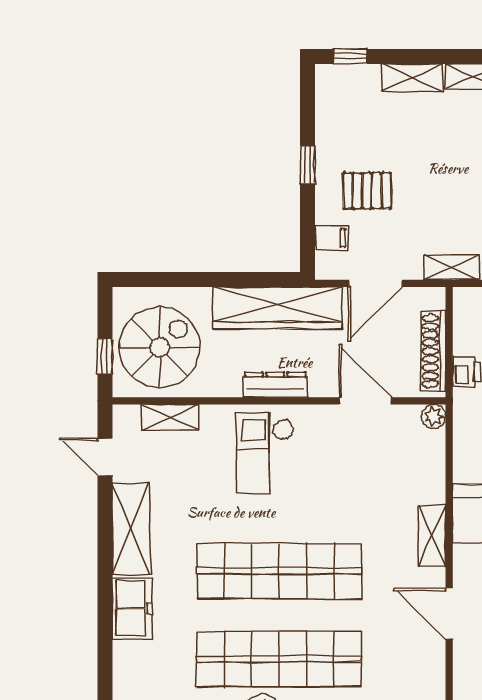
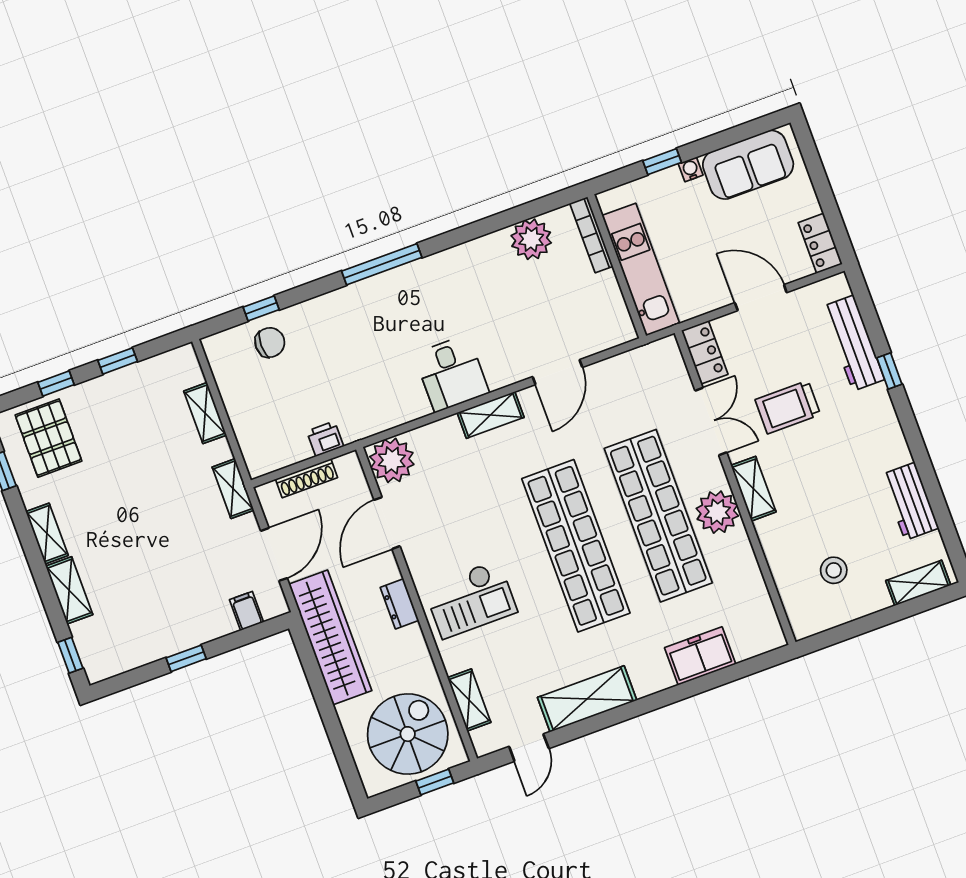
pallet: (367, 191) -> (190, 594), removed
door: (375, 283) -> (274, 554), hinge flipped
spiral stairs: (160, 347) -> (408, 734), turned 90
shoe rack: (433, 351) -> (307, 478), width x0.74, depth x0.81
dresser: (275, 385) -> (400, 604), width x0.70
plant: (434, 416) -> (392, 460), width x1.87, depth x1.87
freezer: (132, 608) -> (700, 656), moved

